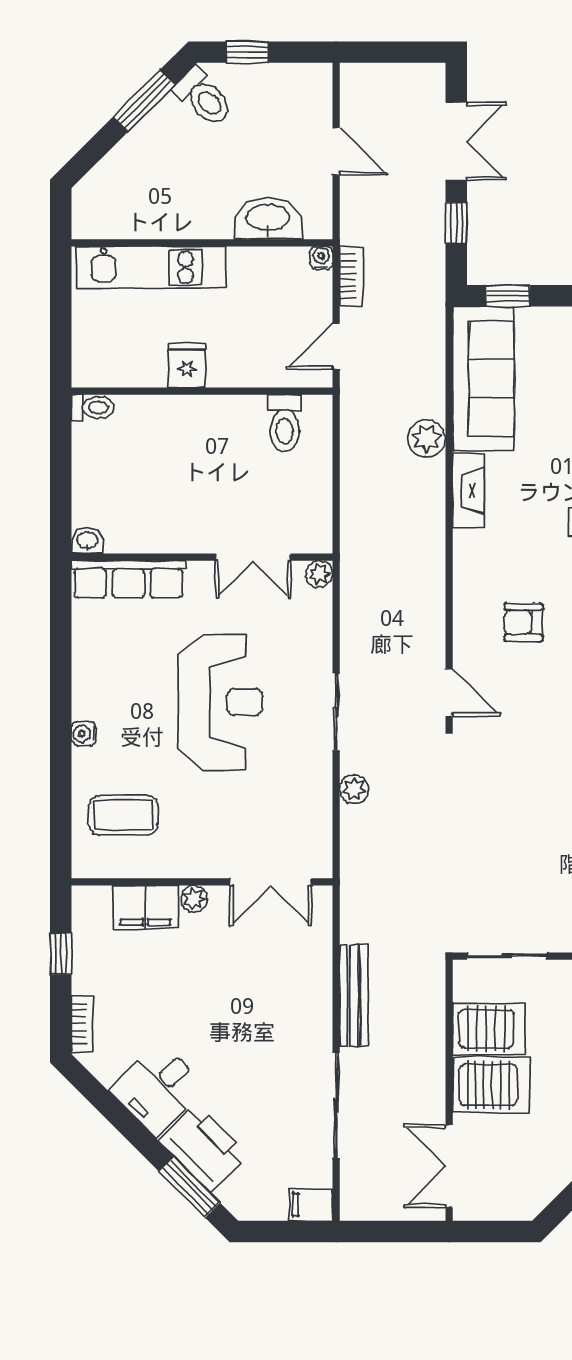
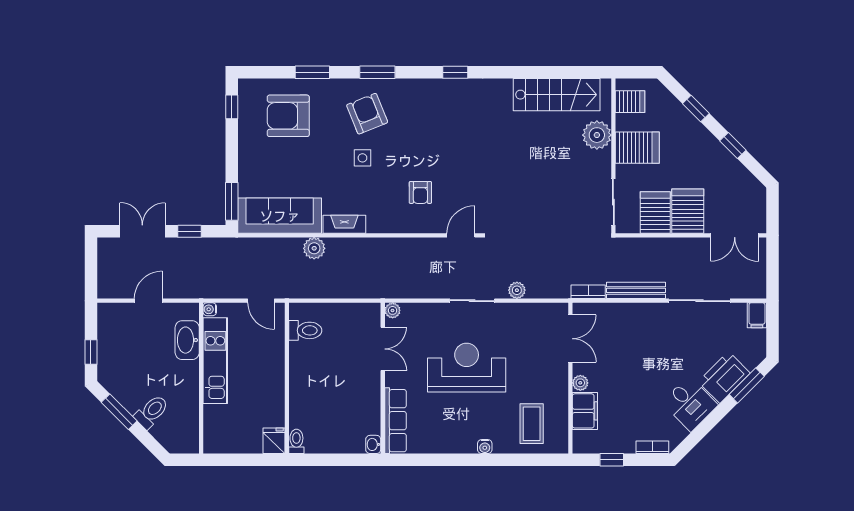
toilet: (204, 97) -> (152, 412), moved
kitchen unit: (151, 267) -> (215, 361), moved
bookcase: (351, 276) -> (588, 292), moved
window: (508, 296) -> (232, 201), width x1.50
fridge: (187, 365) -> (274, 441), moved, turned 90

